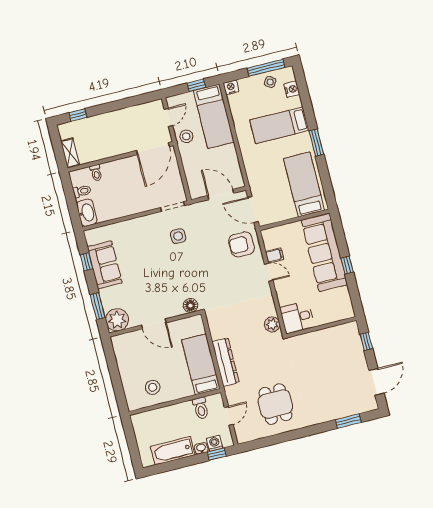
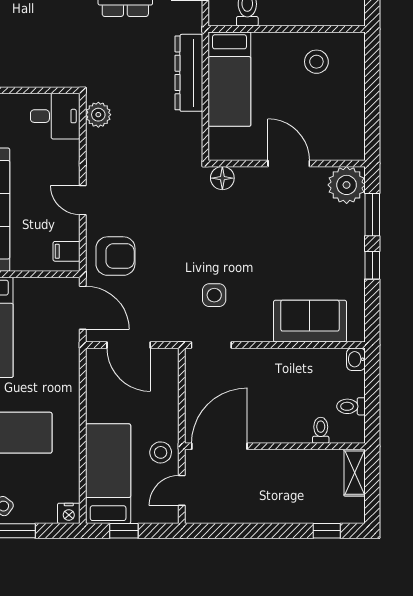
washbasin: (87, 213) -> (356, 359), width x0.52, depth x0.69
filing cabinet: (275, 255) -> (67, 251), moved
window: (86, 262) -> (372, 265), moved
sofa: (105, 265) -> (310, 321), moved, turned 90

